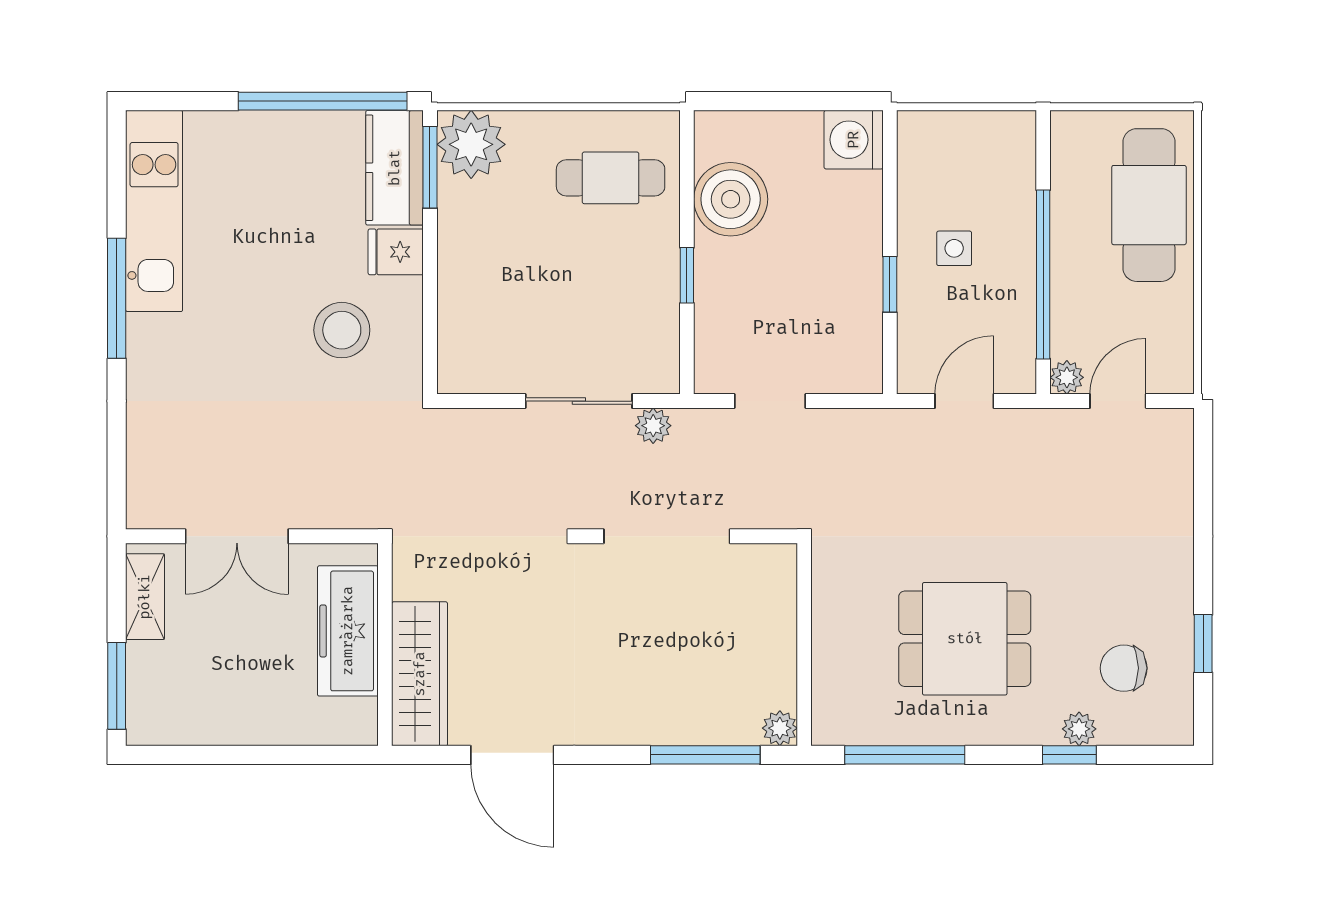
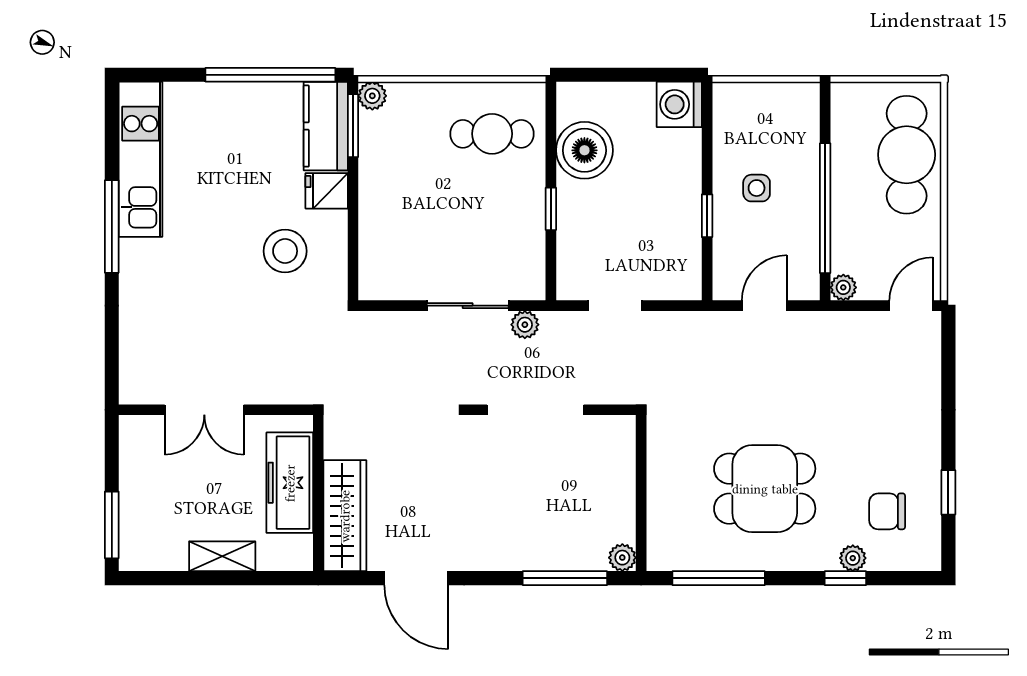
plant: (471, 144) -> (372, 96), width x0.53, depth x0.53
door: (1118, 401) -> (911, 306), moved
shelving: (145, 597) -> (222, 556), moved, turned 90

